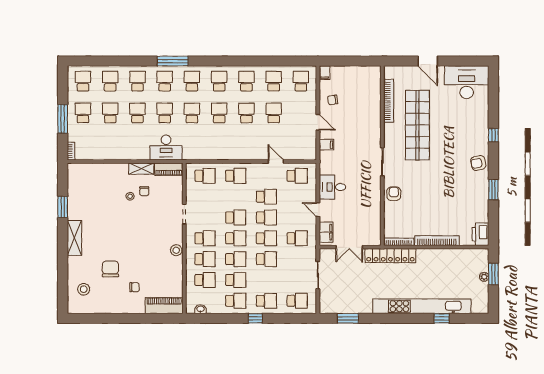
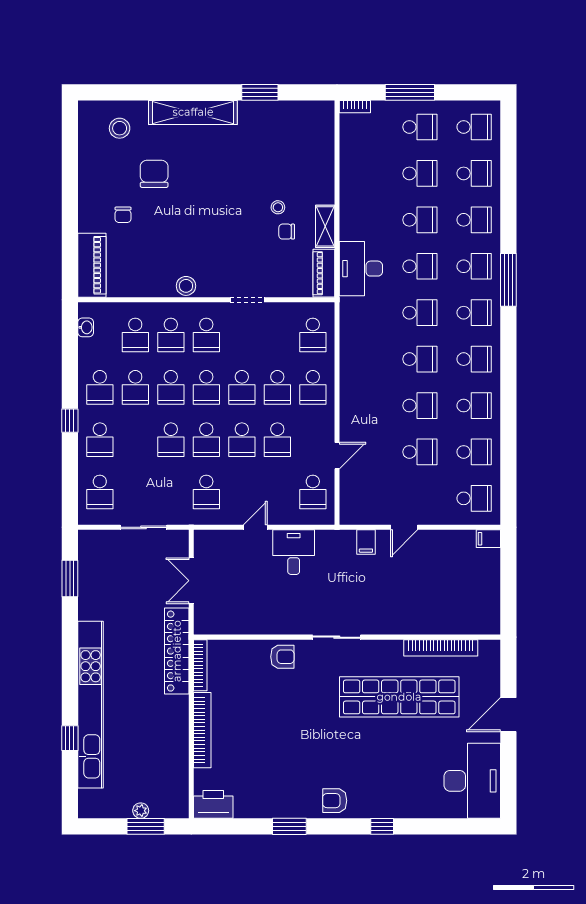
chair: (333, 100) -> (442, 552), removed
armchair: (478, 163) -> (335, 801), turned -78
school desk: (236, 197) -> (277, 387), added
filing cabinet: (326, 232) -> (217, 541), removed
shelving: (74, 238) -> (193, 112), width x1.47
chair: (110, 269) -> (154, 174), turned -90

